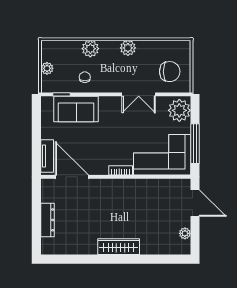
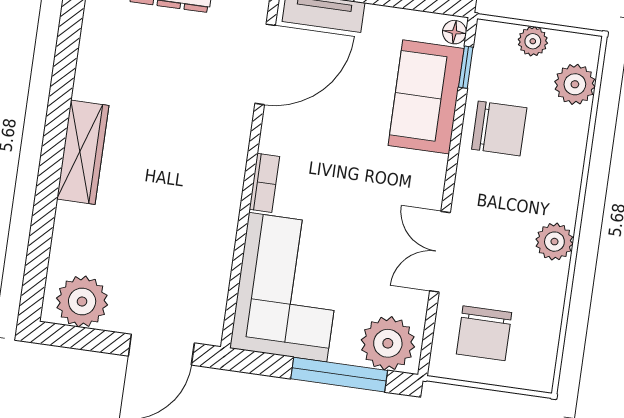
plant: (90, 49) -> (575, 84), moved
chair: (85, 77) -> (499, 129), width x1.87, depth x1.87
floor lamp: (48, 101) -> (454, 32), added
window: (195, 144) -> (339, 375), moved
plant: (185, 233) -> (82, 301), width x1.87, depth x1.87

